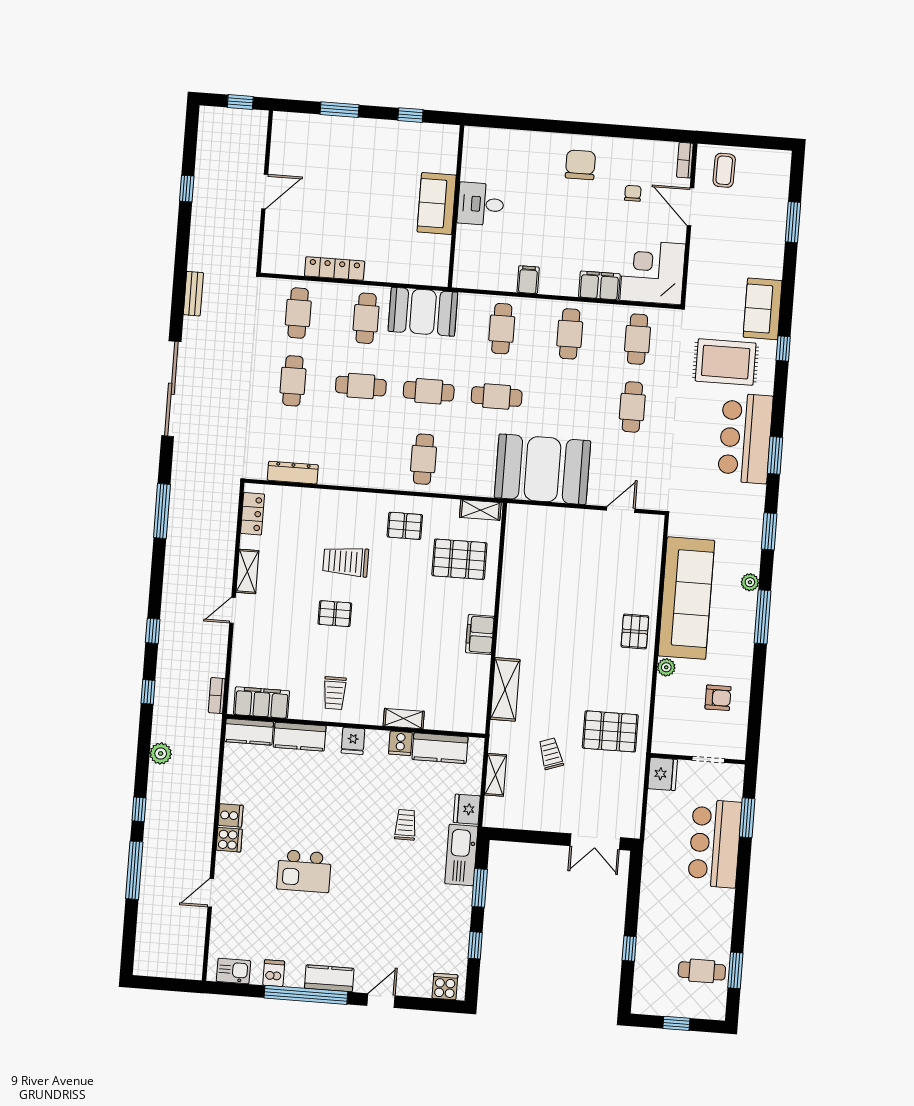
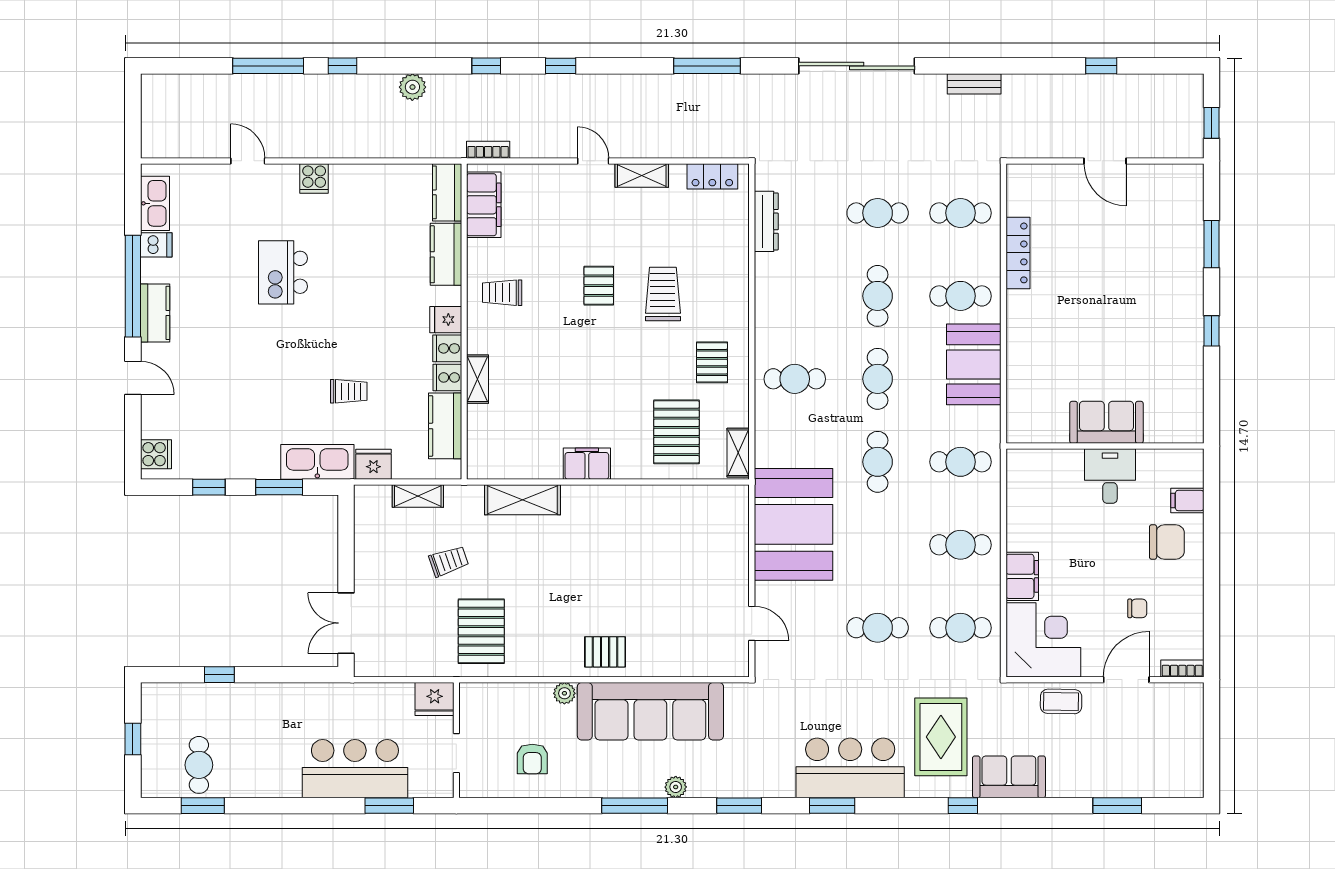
coffee table: (724, 170) -> (1061, 701), moved
sofa: (437, 204) -> (1106, 422), moved
desk: (481, 204) -> (1110, 476), moved
wall: (456, 206) -> (1105, 446), moved
filing cabinet: (528, 280) -> (1187, 501), moved, turned 180
cooker: (231, 815) -> (447, 348), moved, turned 90
kitchen sink: (233, 971) -> (155, 203), width x1.38

